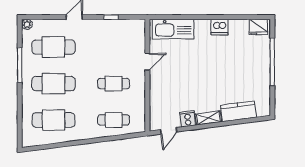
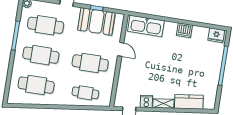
booth: (113, 33) -> (96, 21), added
door: (147, 62) -> (121, 49), hinge flipped
cafe table: (114, 84) -> (90, 63), width x1.37, depth x1.35

